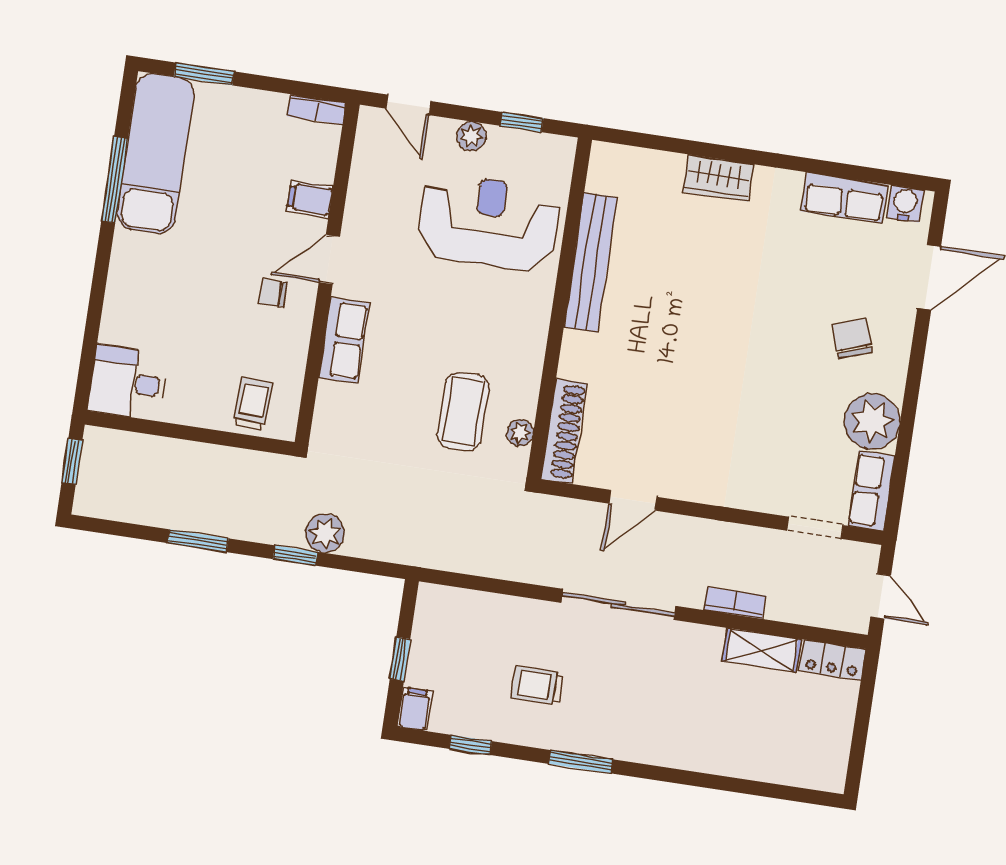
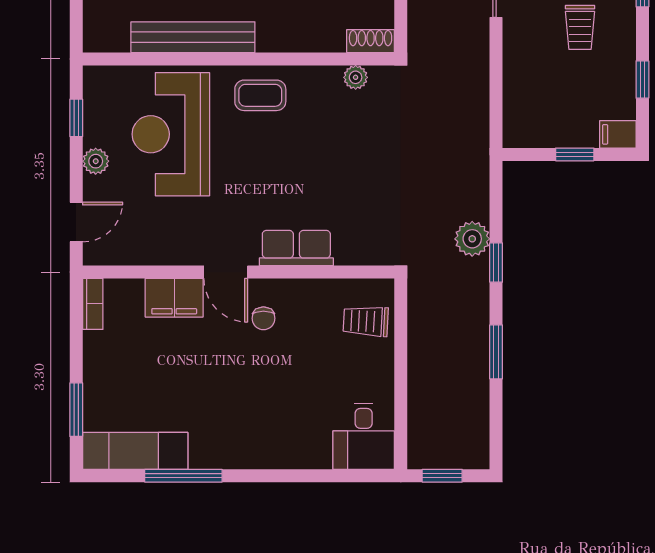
exam couch: (156, 154) -> (135, 451), width x0.73, depth x0.69
filing cabinet: (310, 199) -> (174, 298), width x2.00
coffee table: (463, 411) -> (260, 95), moved, width x0.73, depth x0.77
shoe rack: (564, 431) -> (371, 41), width x0.51, depth x0.81

